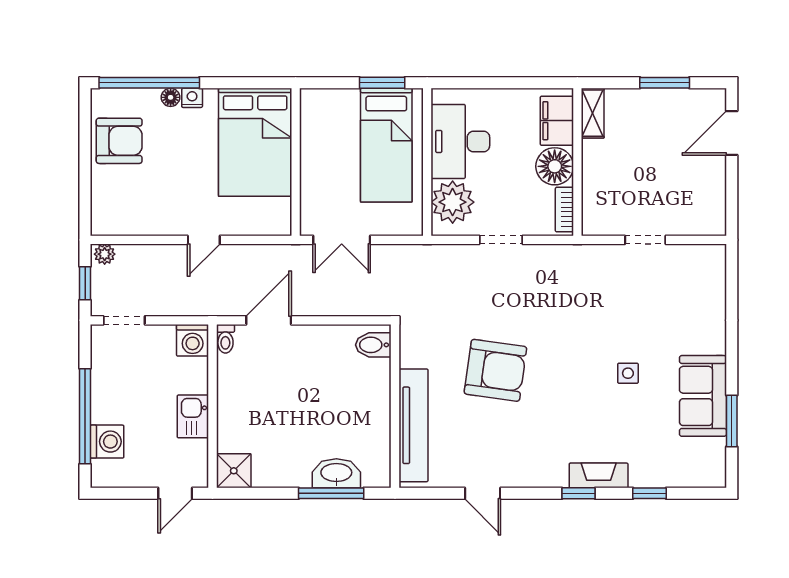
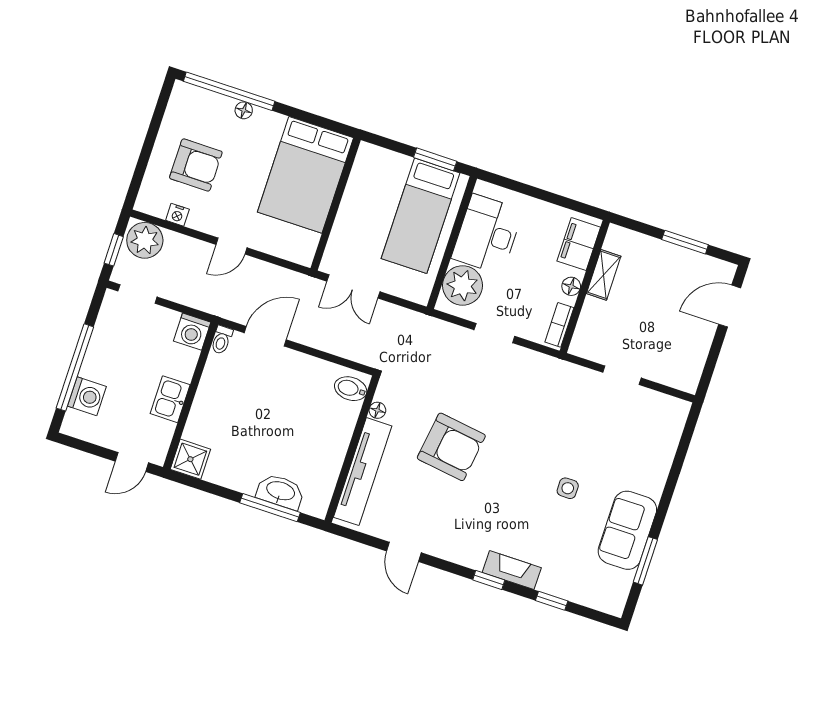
nightstand: (192, 98) -> (177, 215), moved, turned 180
shelving: (593, 113) -> (604, 275), moved
armchair: (119, 141) -> (196, 165), moved
floor lamp: (555, 166) -> (571, 286), width x0.53, depth x0.53
plant: (105, 254) -> (145, 240), width x1.88, depth x1.88
floor lamp: (408, 358) -> (377, 410), added

